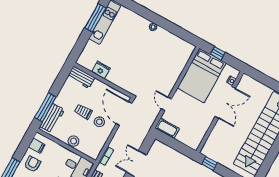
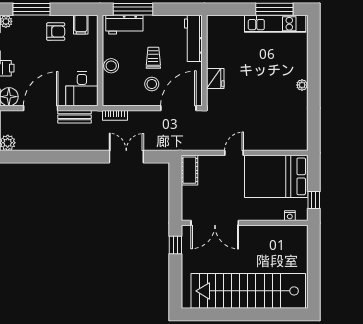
window: (218, 53) -> (314, 200), moved
fridge: (101, 70) -> (215, 78), moved
workbench: (81, 77) -> (193, 38), width x1.38
double door: (225, 102) -> (215, 223), moved
door: (166, 104) -> (234, 153), moved

